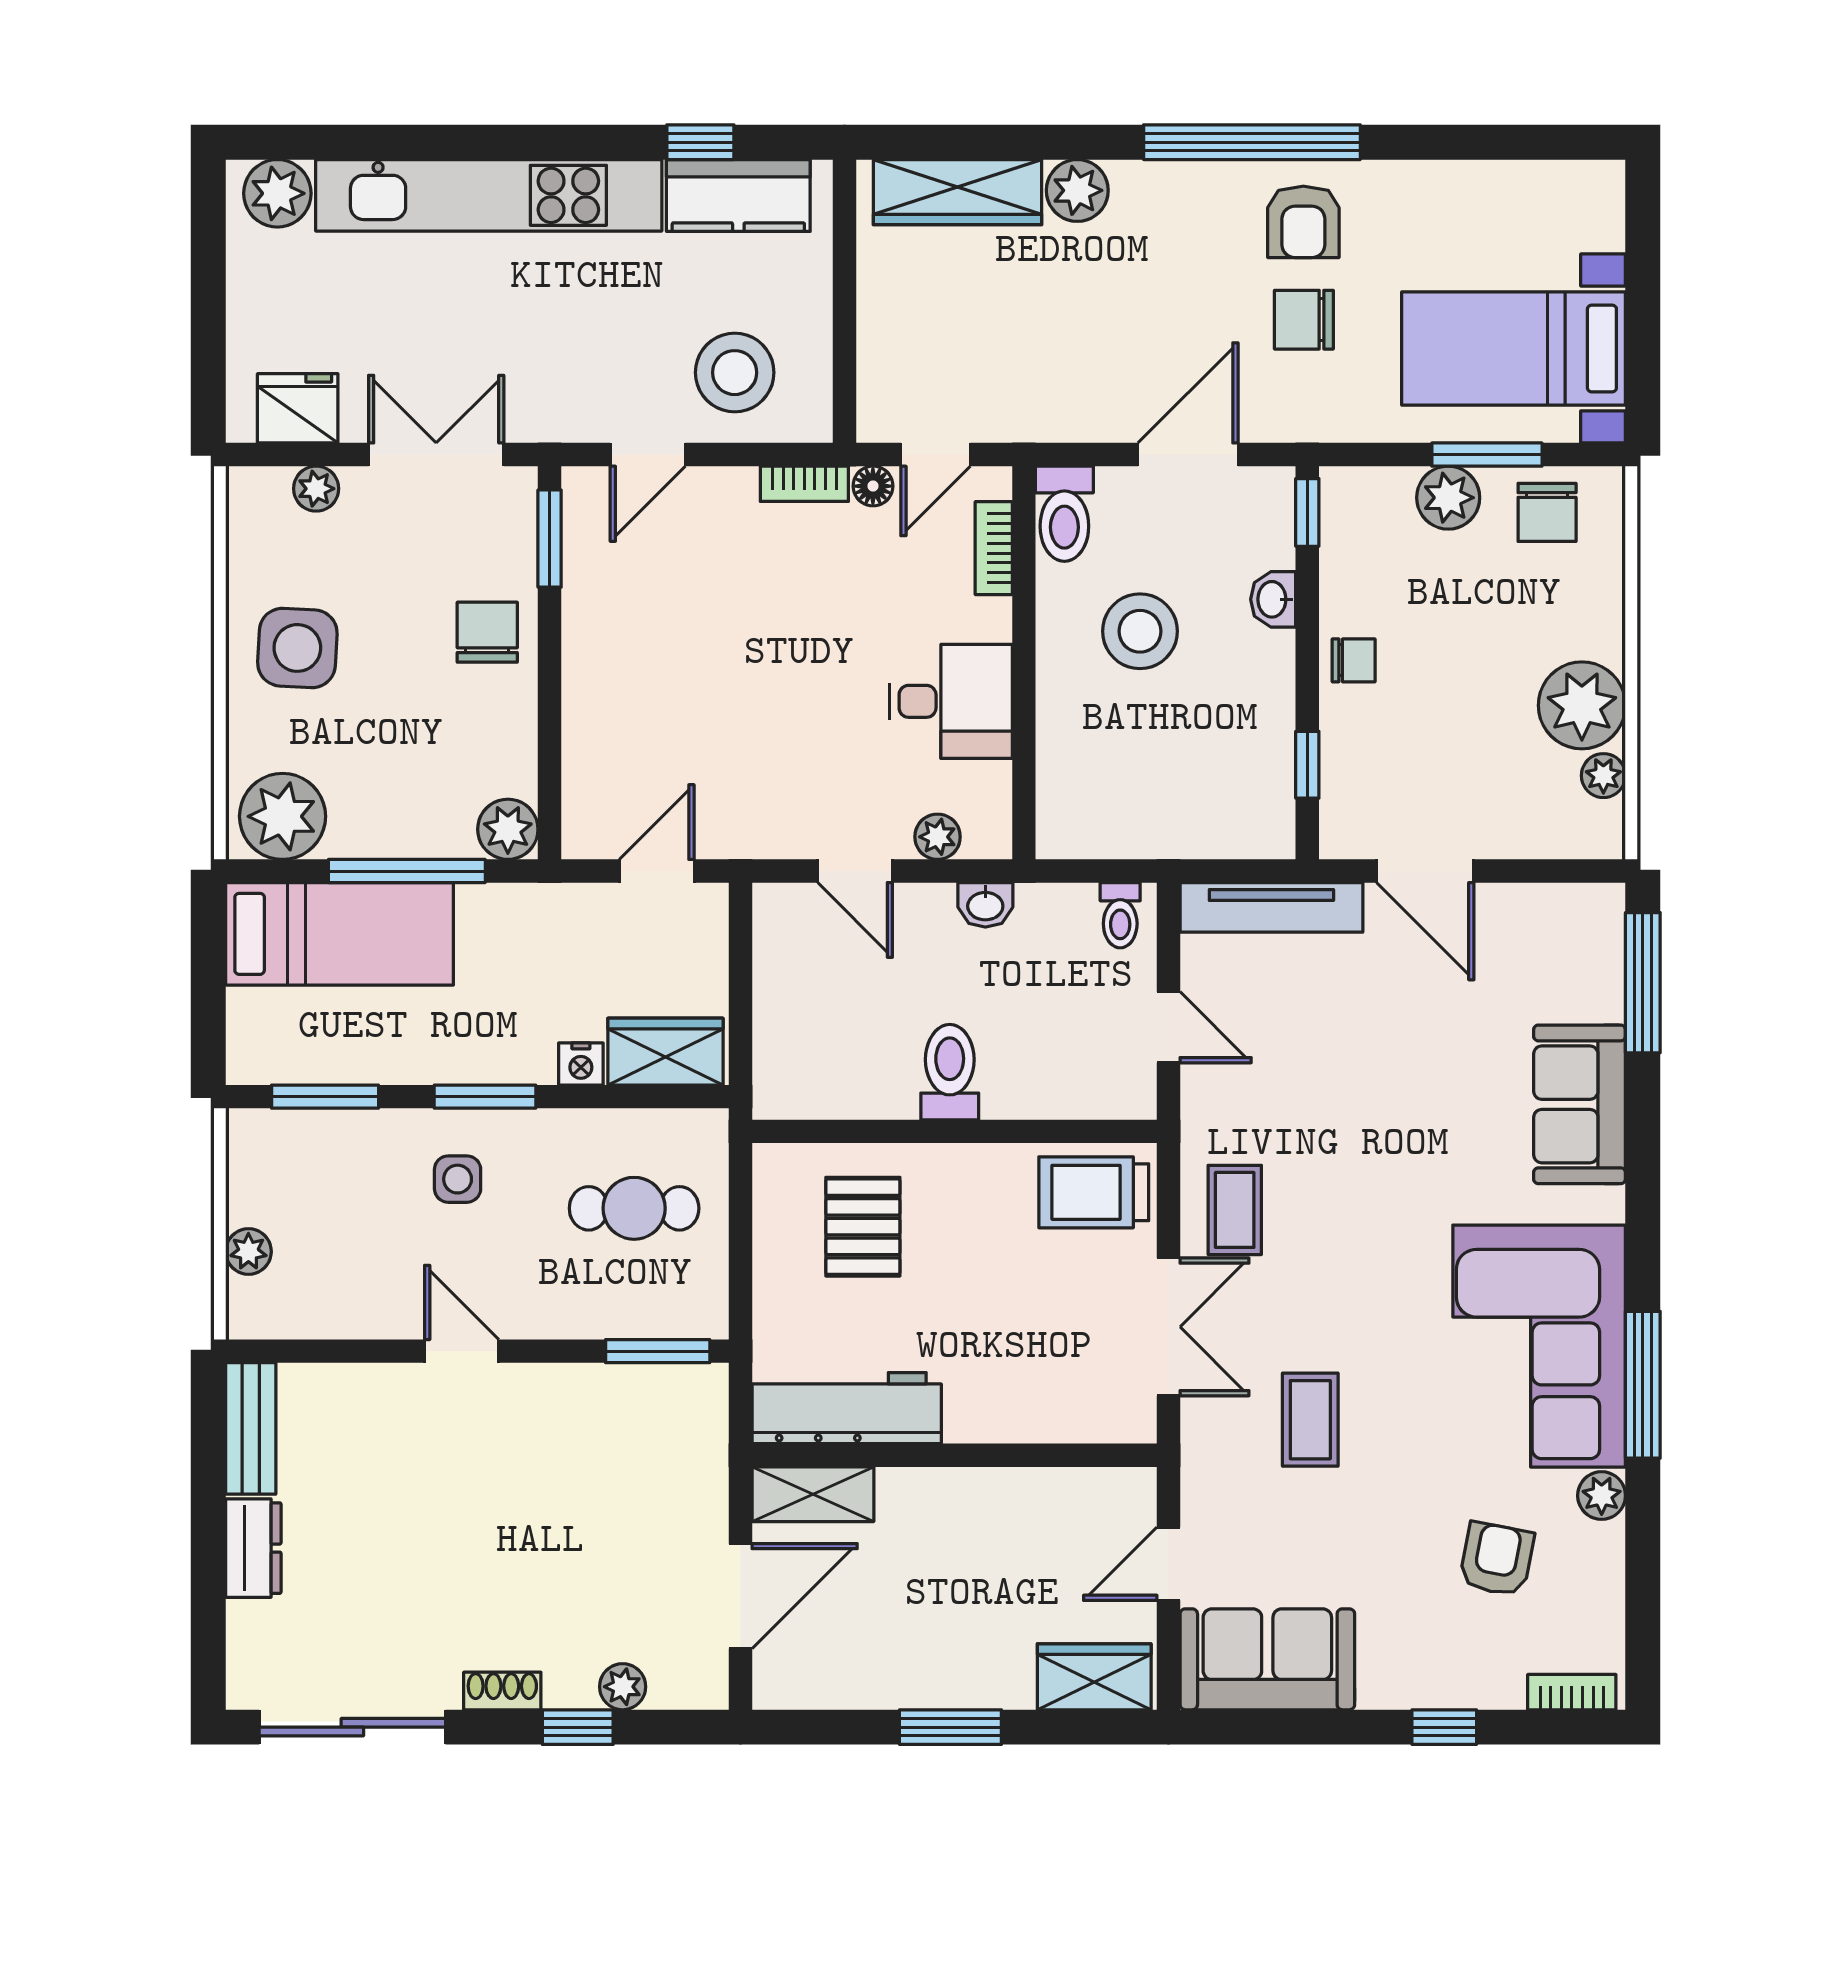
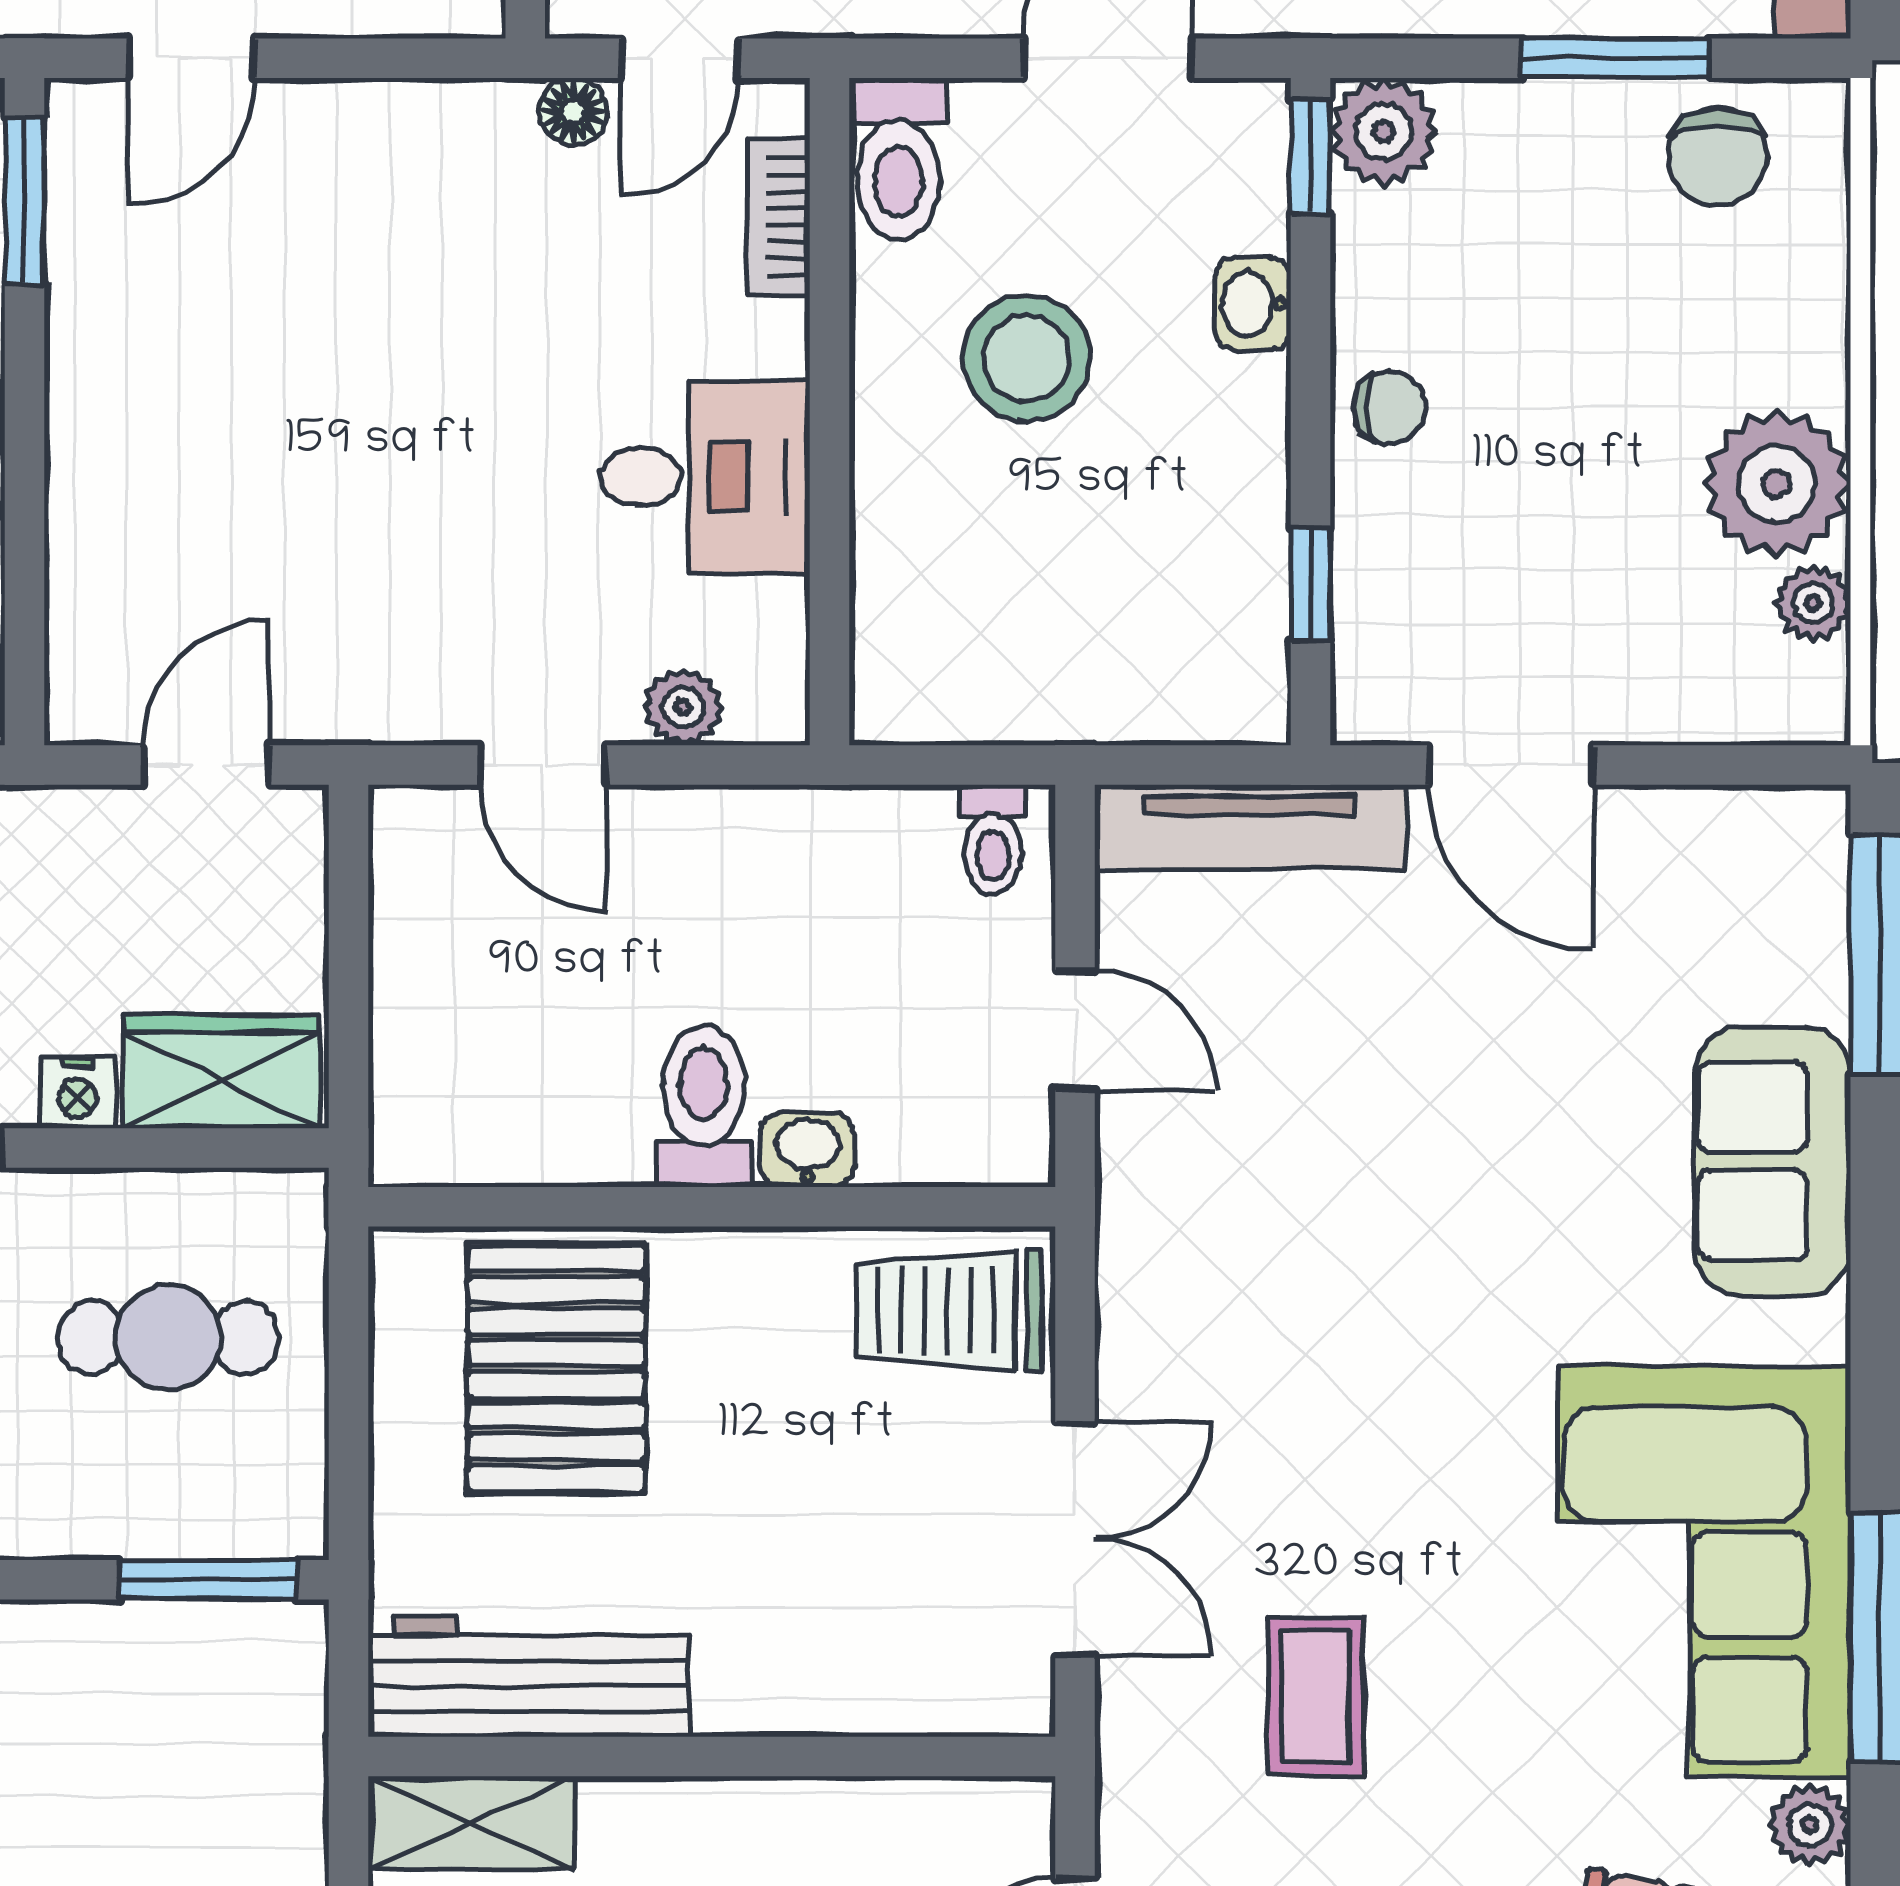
bookcase: (804, 484) -> (457, 108), removed
plant: (1448, 498) -> (1384, 131), moved
washbasin: (985, 905) -> (807, 1149), moved, turned 180
coffee table: (1235, 1210) -> (1187, 1340), removed
pallet: (863, 1227) -> (556, 1369), width x1.50, depth x1.42

